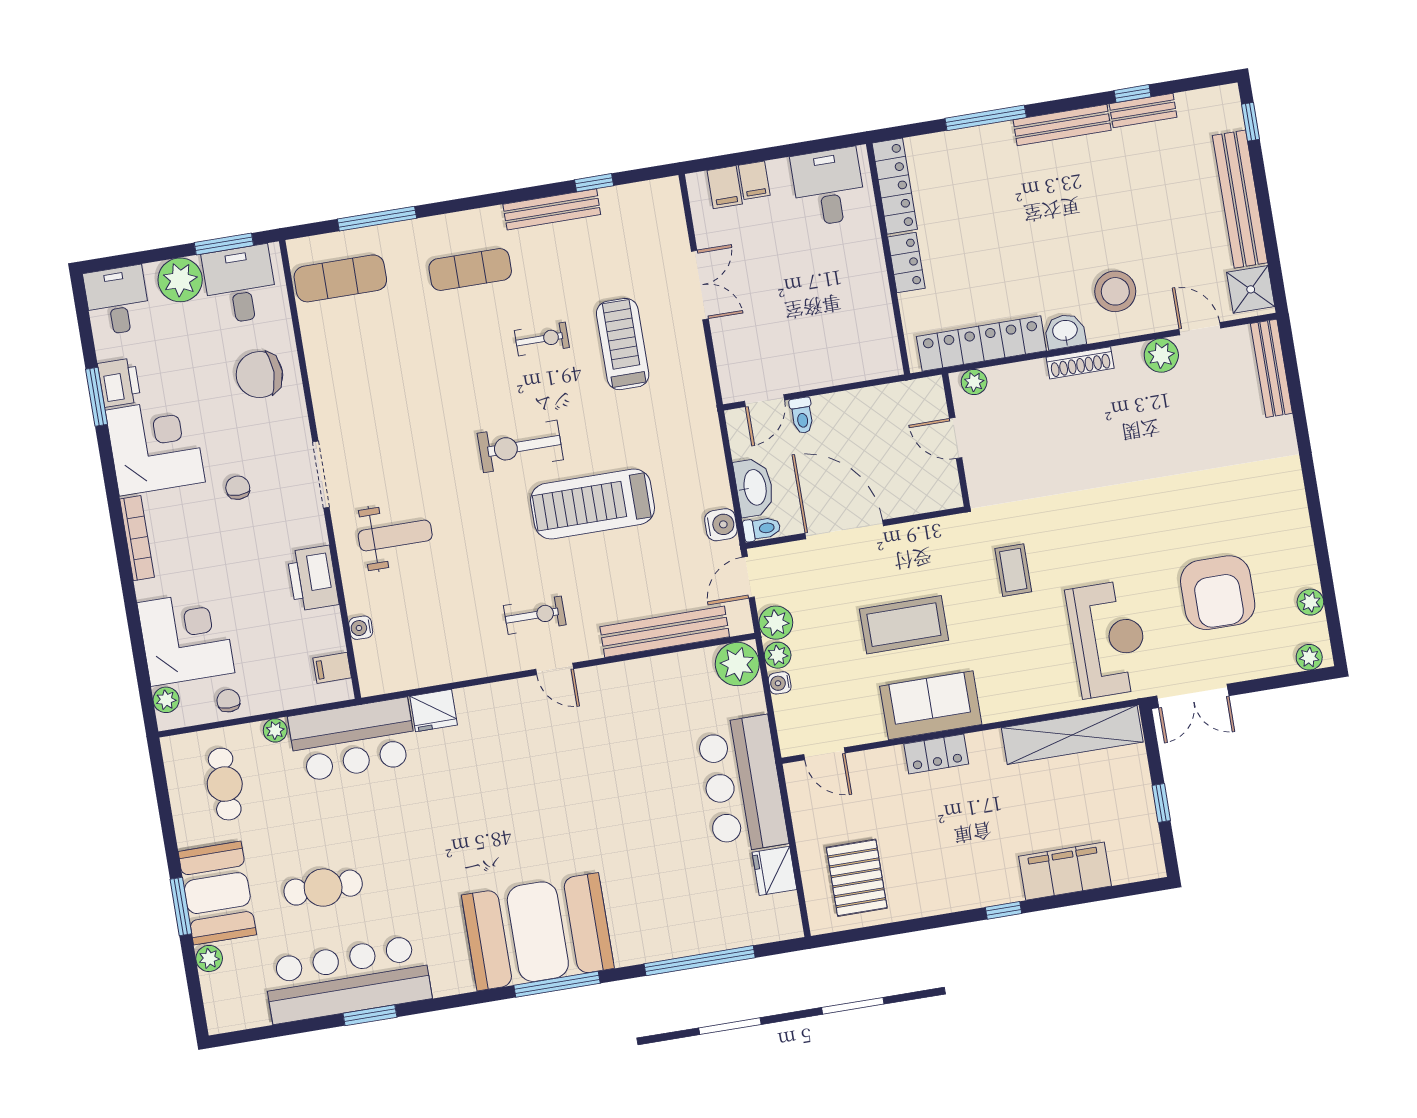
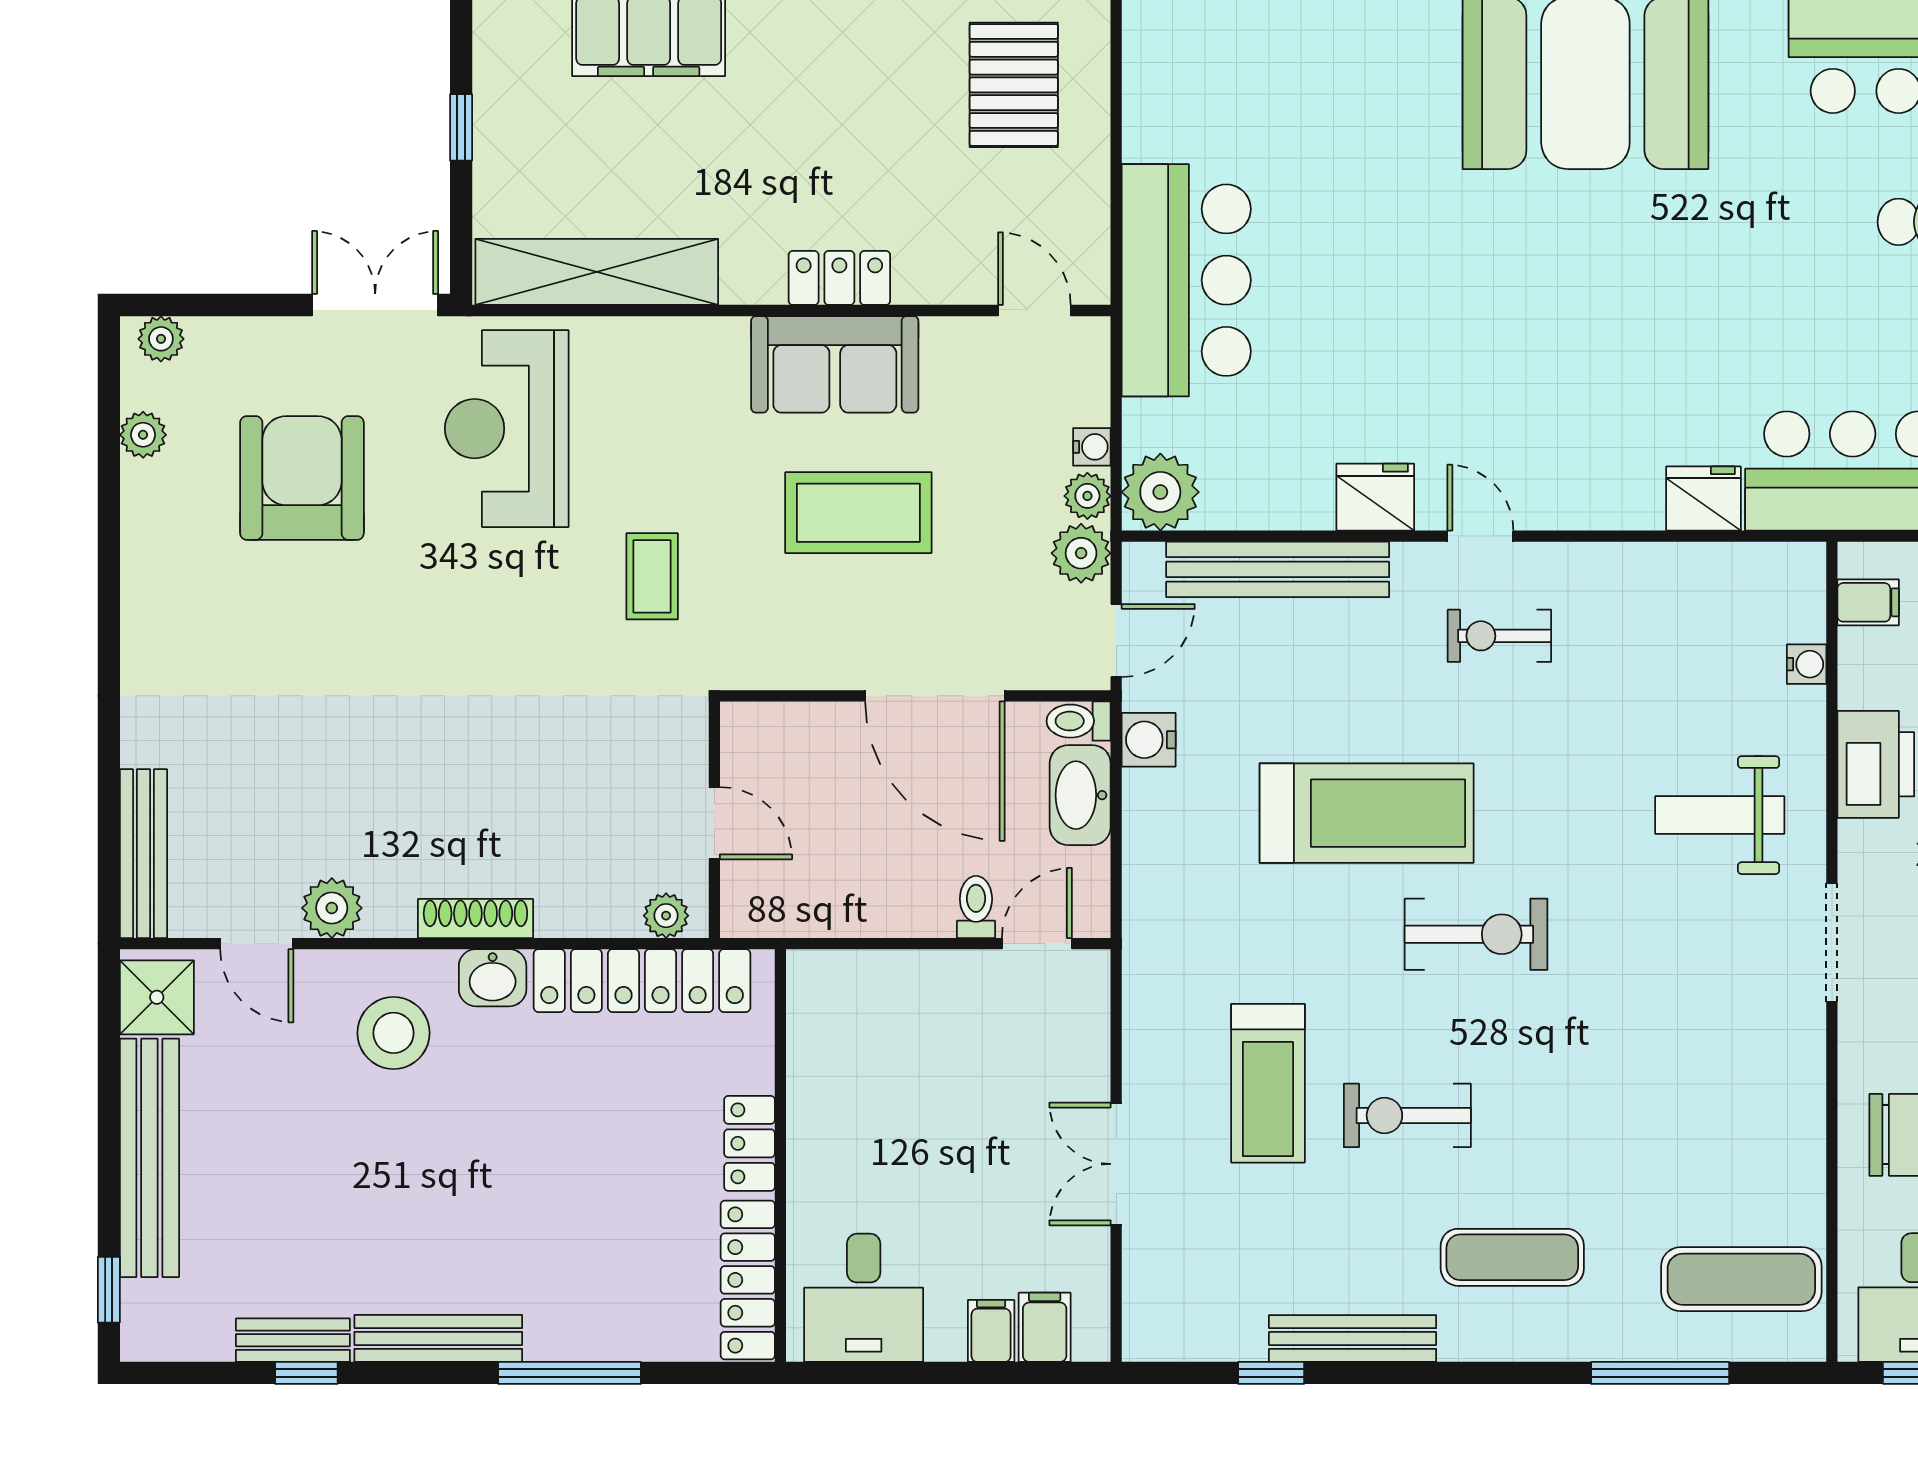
exercise bike: (542, 339) -> (1407, 1115), width x1.38, depth x1.39
fridge: (774, 871) -> (1375, 497), moved, turned -90

